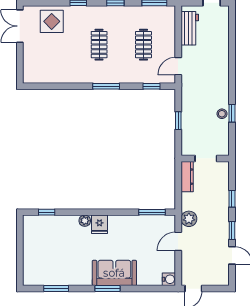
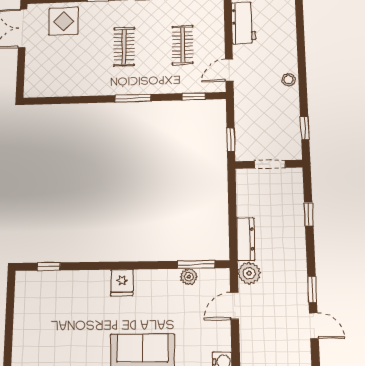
stool: (222, 114) -> (289, 80), moved
wall: (205, 158) -> (269, 164), moved
doorway: (206, 158) -> (270, 164), moved
dresser: (187, 177) -> (246, 239), moved
window: (232, 199) -> (309, 214), moved
plant: (85, 221) -> (189, 277), moved

